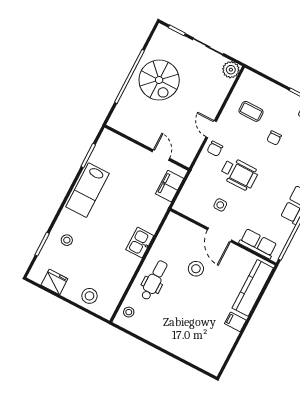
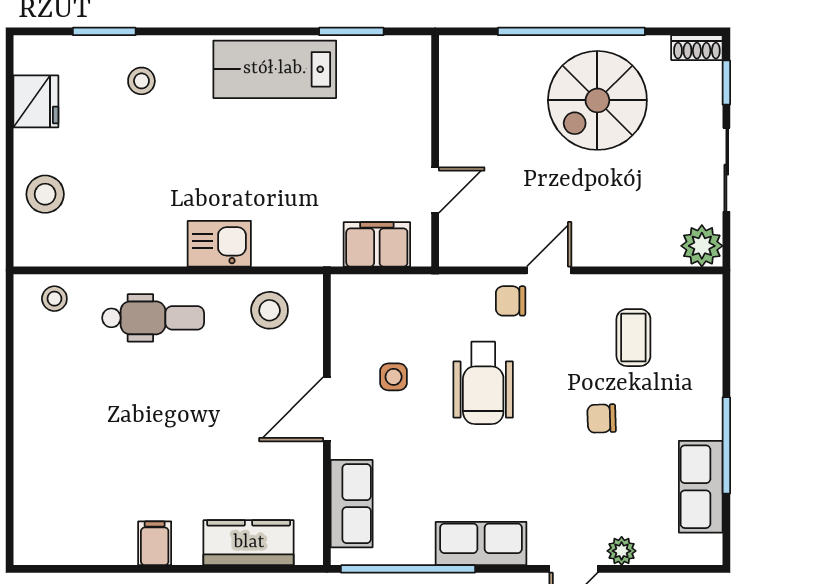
shoe rack: (159, 34) -> (697, 48), added
stool: (196, 269) -> (270, 310), moved
kitchen counter: (253, 288) -> (249, 543), width x0.67

